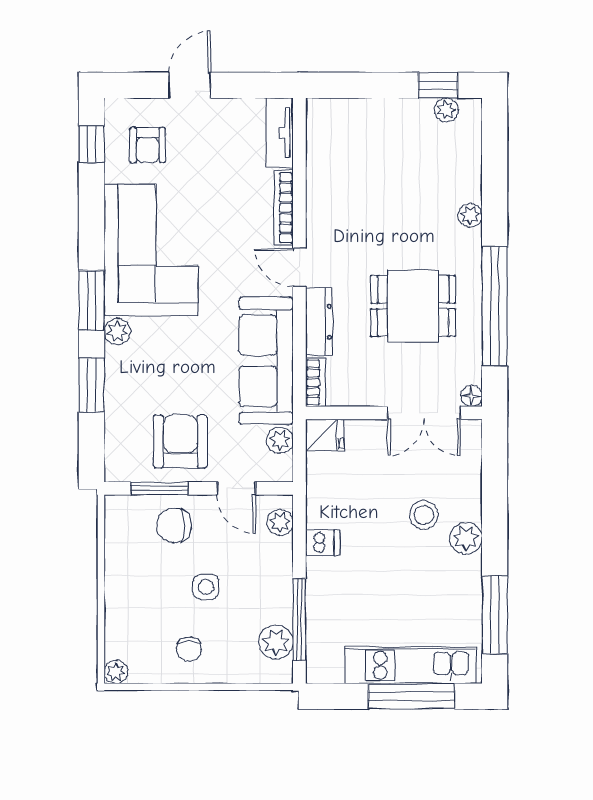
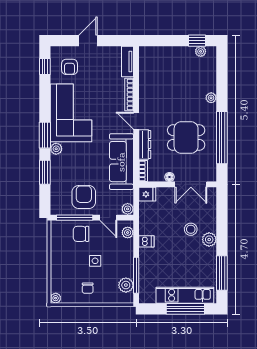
floor lamp: (471, 396) -> (169, 177), moved
plant: (280, 440) -> (128, 209), moved
window: (159, 488) -> (75, 218), width x1.44

